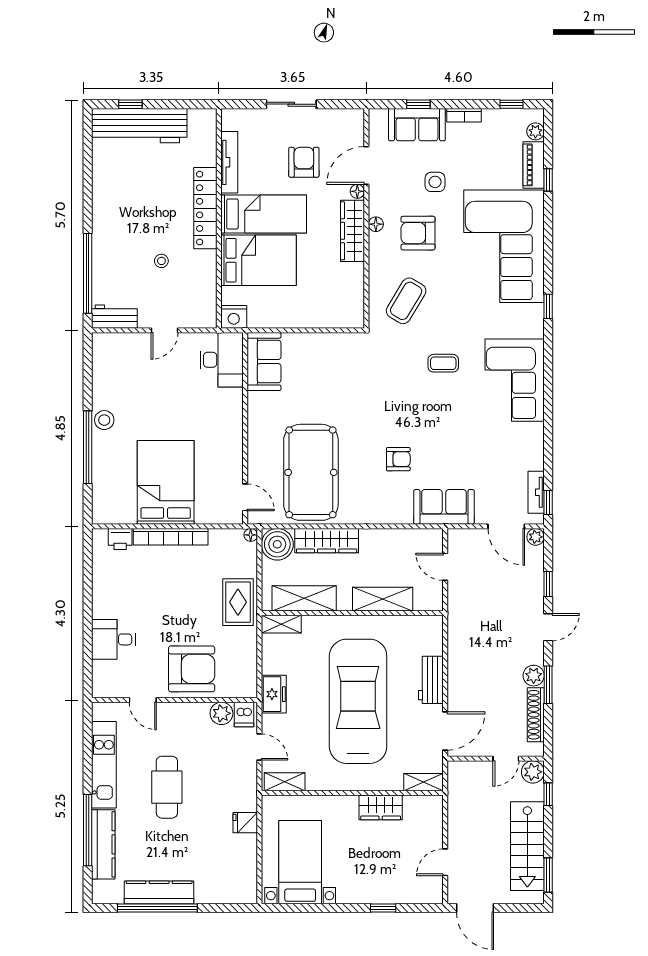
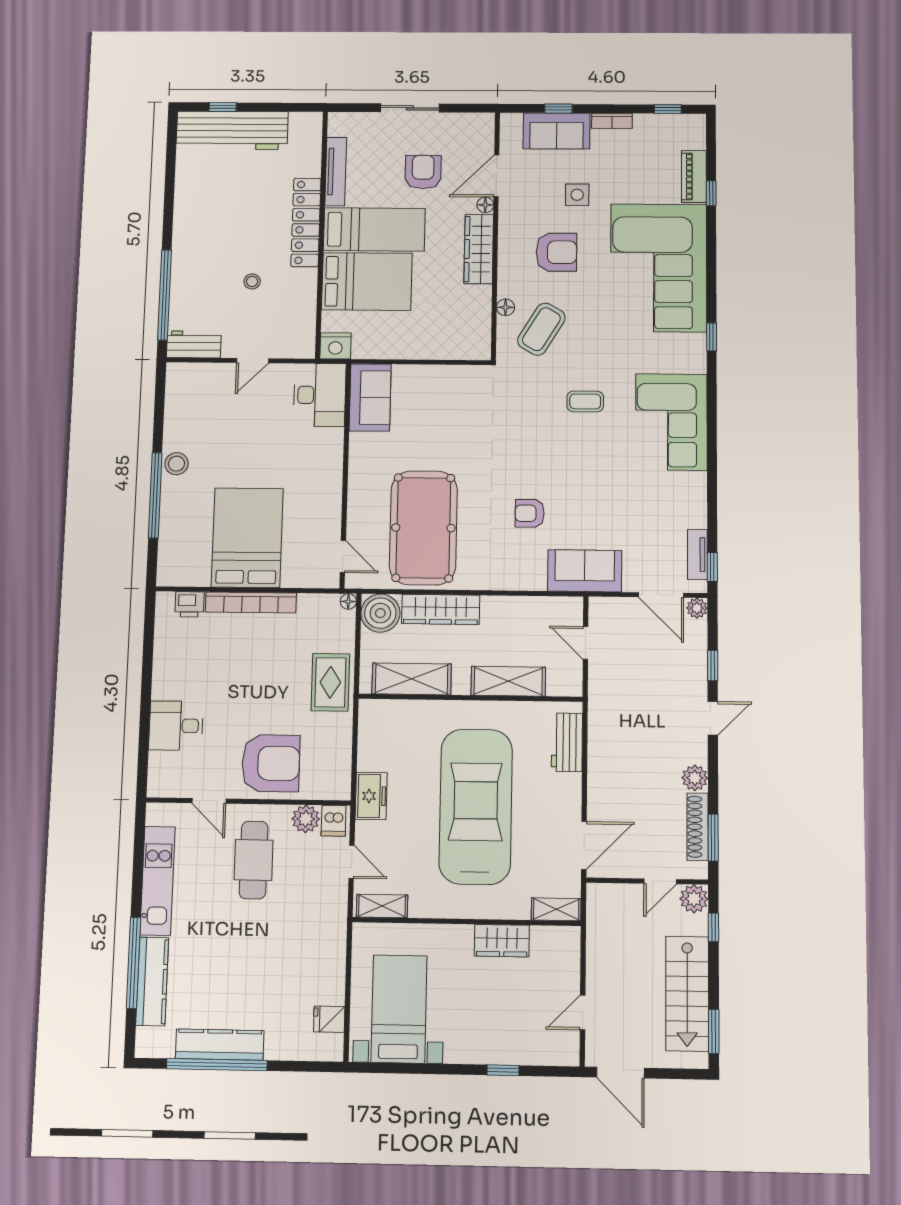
plant: (535, 131) -> (696, 139), removed
floor lamp: (376, 224) -> (506, 307), moved
armchair: (418, 233) -> (556, 252), turned 180
armchair: (398, 459) -> (530, 513), turned 180
shelving: (281, 624) -> (383, 710), removed
workbench: (431, 680) -> (567, 742), moved
window: (548, 685) -> (713, 838), moved
cafe table: (167, 787) -> (254, 860), moved
fridge: (245, 823) -> (329, 1019), moved

